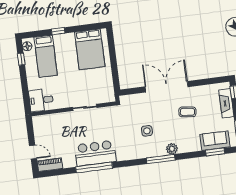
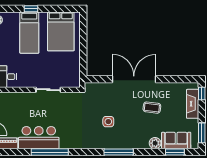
bed: (46, 56) -> (29, 33), moved
plant: (172, 149) -> (155, 143), moved
bar counter: (95, 153) -> (39, 138), moved

